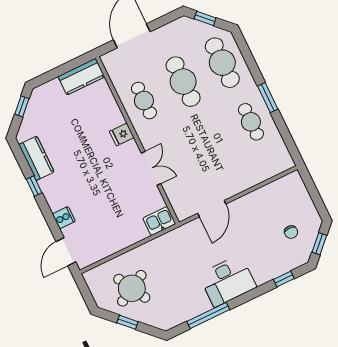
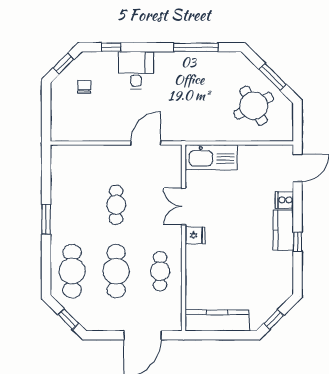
kitchen counter: (81, 77) -> (217, 321), width x1.50
cafe table: (251, 122) -> (116, 205), moved
fridge: (122, 134) -> (195, 235), moved
kitchen counter: (36, 158) -> (283, 230), moved
kitchen sink: (159, 221) -> (211, 157), width x1.88, depth x1.24
desk: (227, 281) -> (136, 70), moved, width x0.73
window: (127, 322) -> (273, 77), width x1.50

